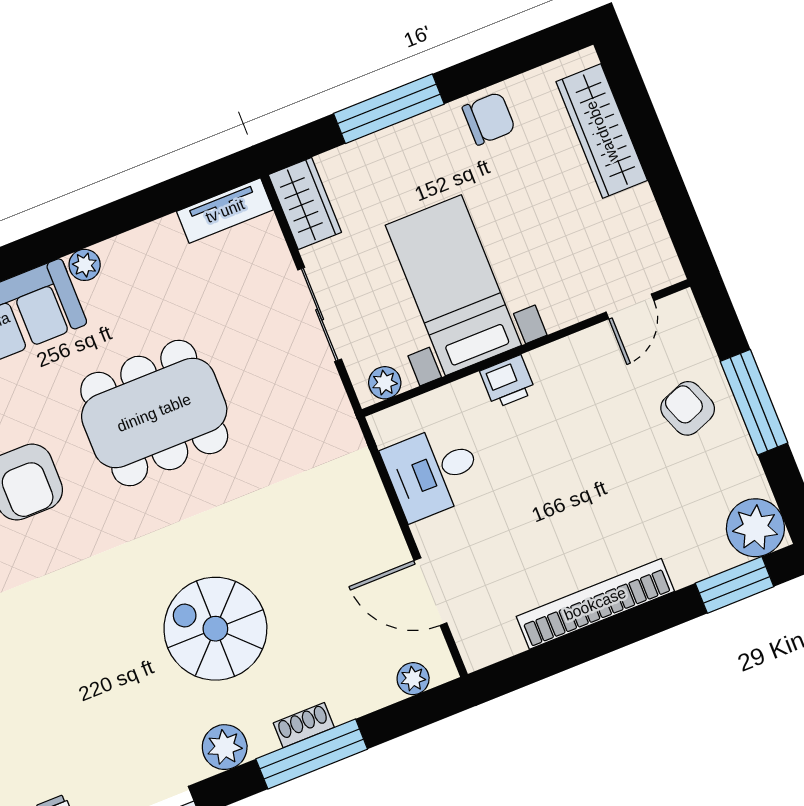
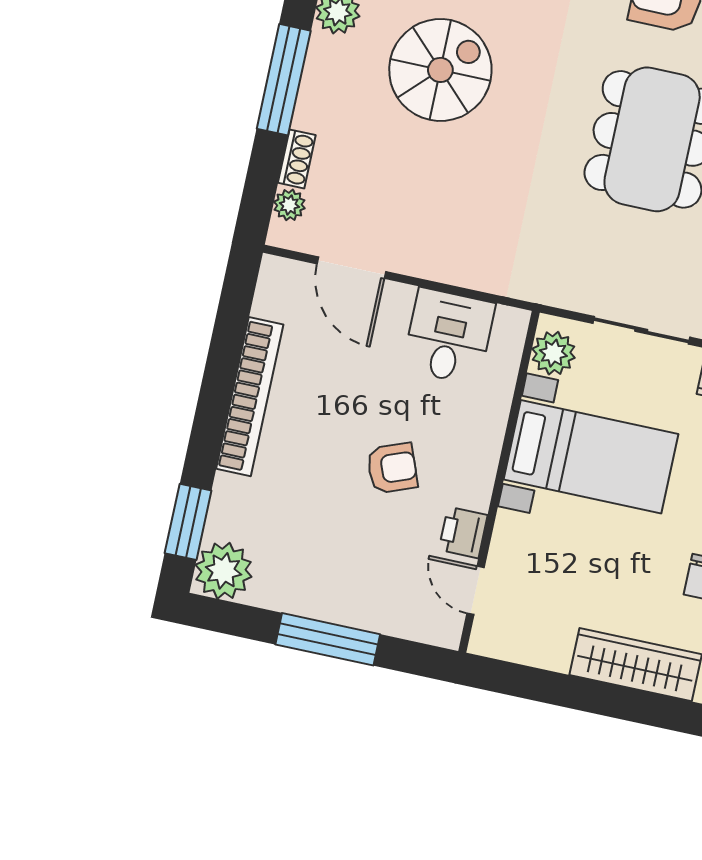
printer: (508, 382) -> (463, 532), moved
plant: (385, 383) -> (553, 353), width x1.38, depth x1.38
armchair: (688, 408) -> (392, 468), moved
door: (430, 592) -> (351, 268), swing flipped
shoe rack: (304, 725) -> (297, 159), moved

